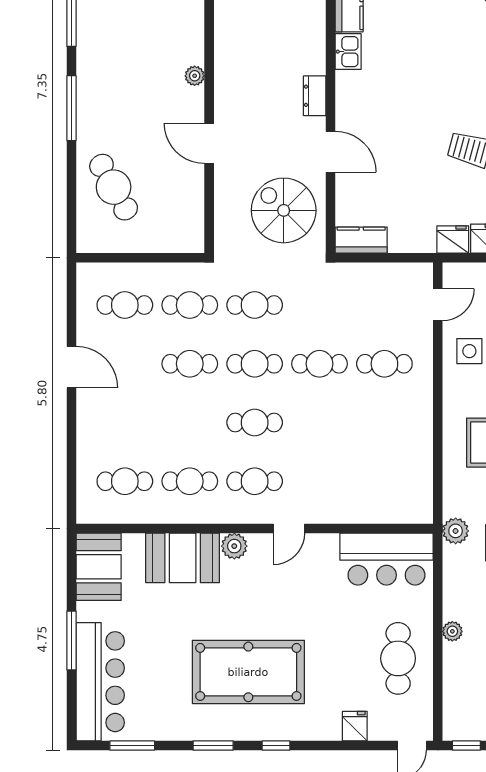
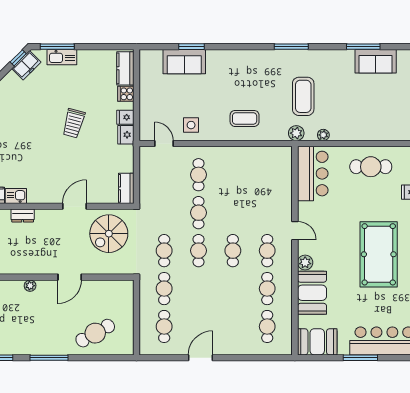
dresser: (315, 96) -> (23, 216), moved
cafe table: (190, 364) -> (198, 289), removed
plant: (452, 631) -> (323, 135), moved

